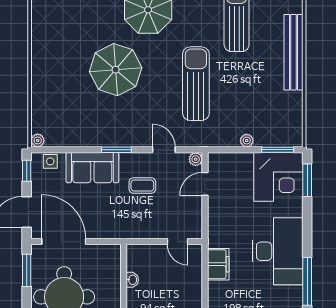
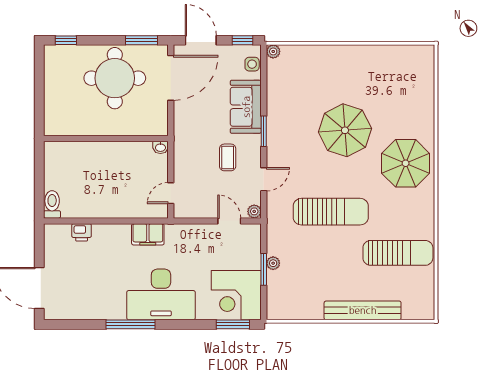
window: (278, 150) -> (264, 269), moved
washbasin: (132, 280) -> (160, 147), moved

